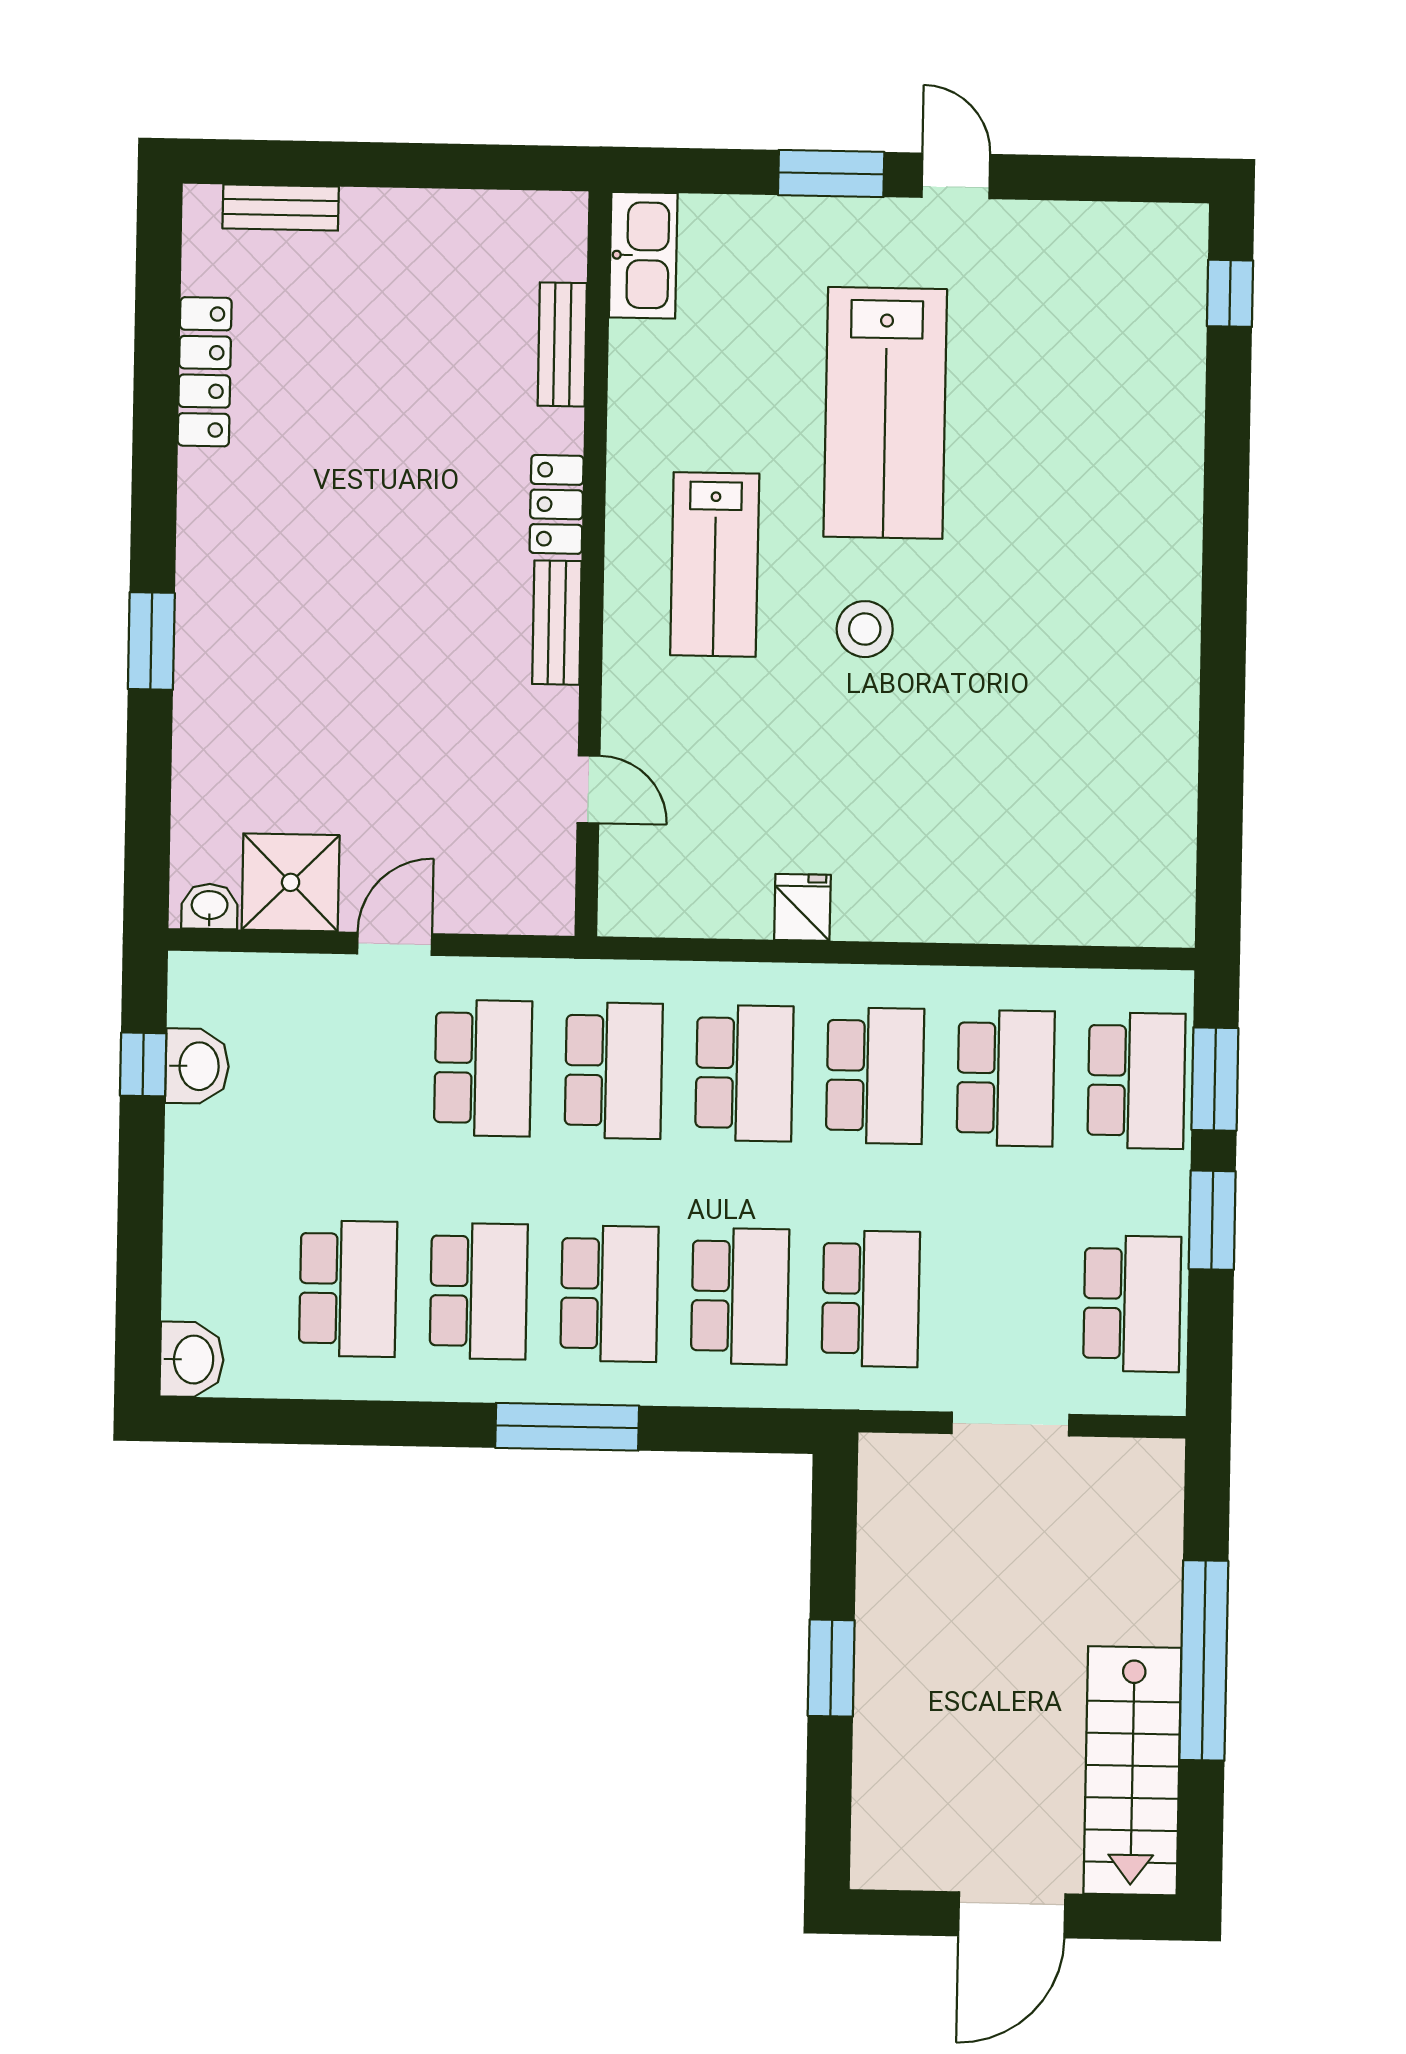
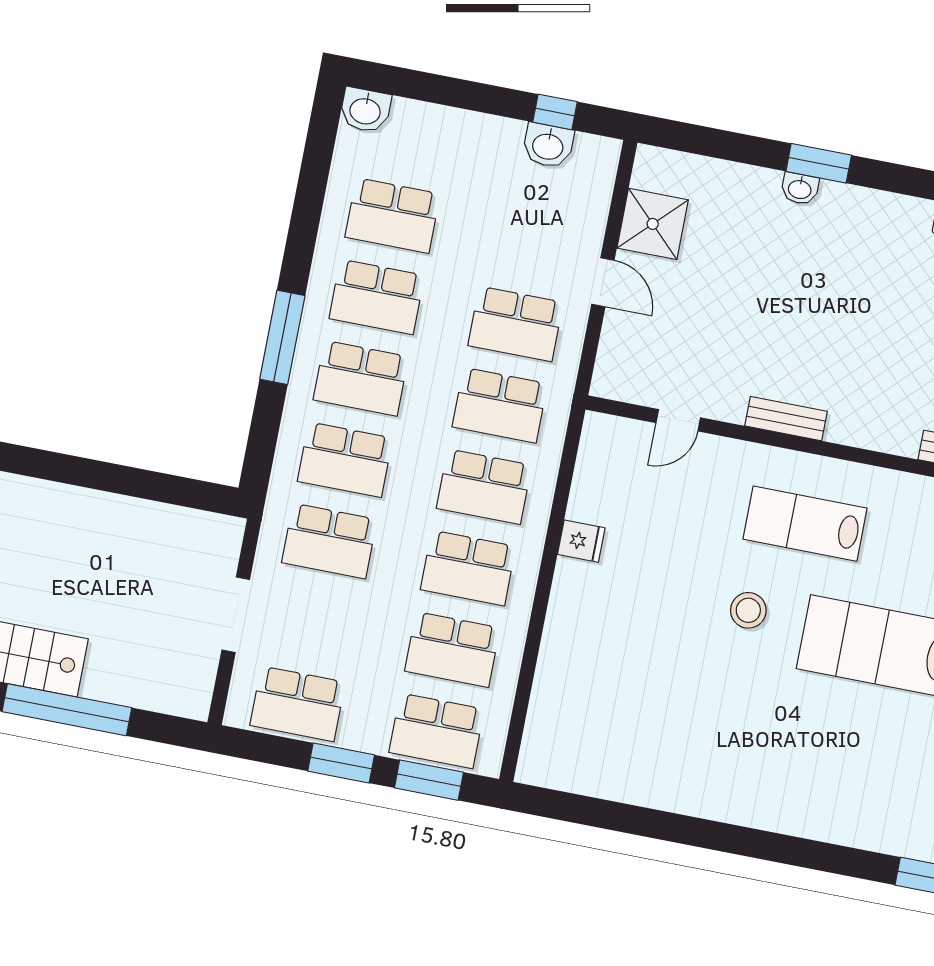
locker: (557, 504) -> (860, 431), removed
washbasin: (210, 906) -> (800, 189), moved, turned 90
window: (831, 1668) -> (103, 476), removed

